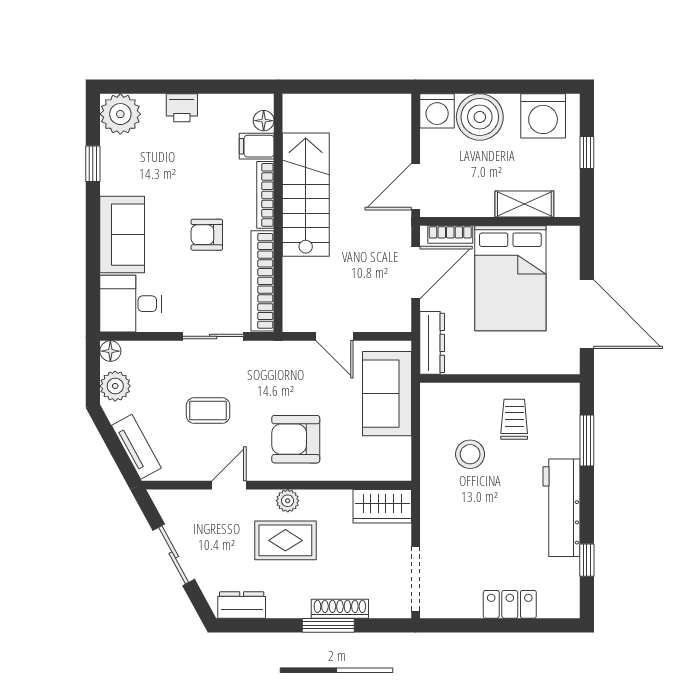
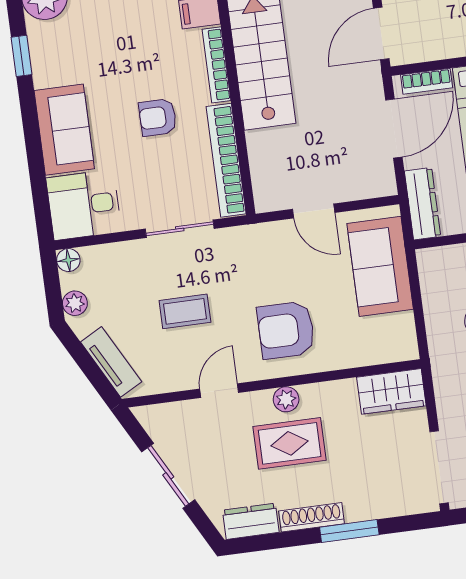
plant: (115, 386) -> (75, 303), width x0.73, depth x0.73
shoe rack: (340, 609) -> (311, 517), moved

